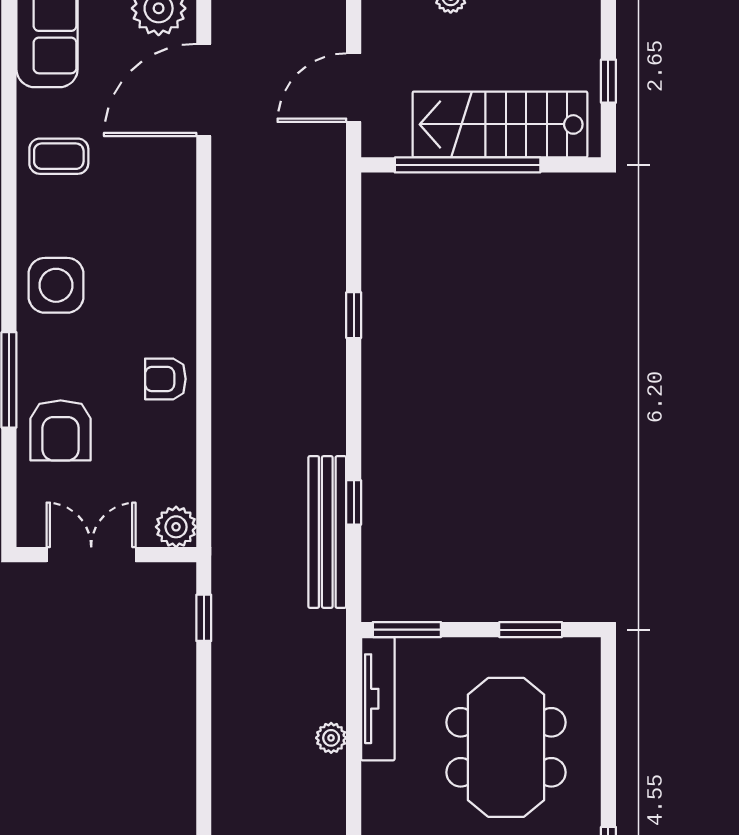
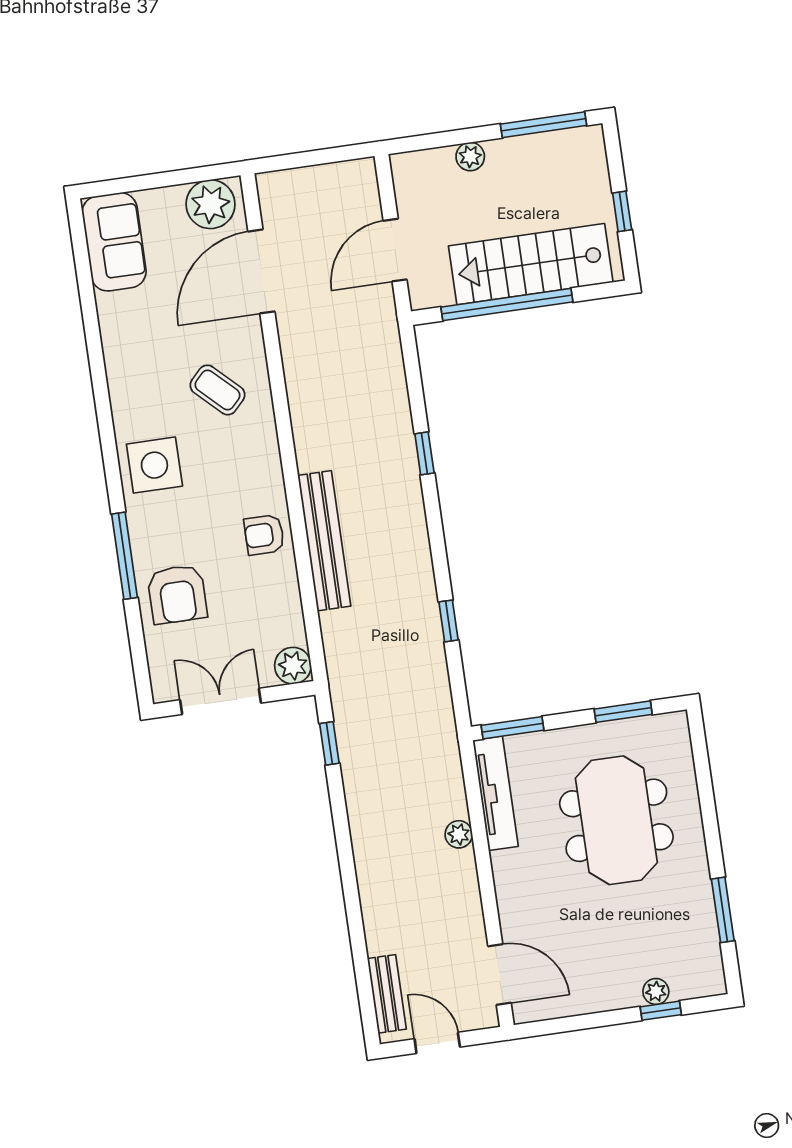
coffee table: (59, 156) -> (218, 390), moved, turned 44
bench: (327, 532) -> (324, 541), moved

